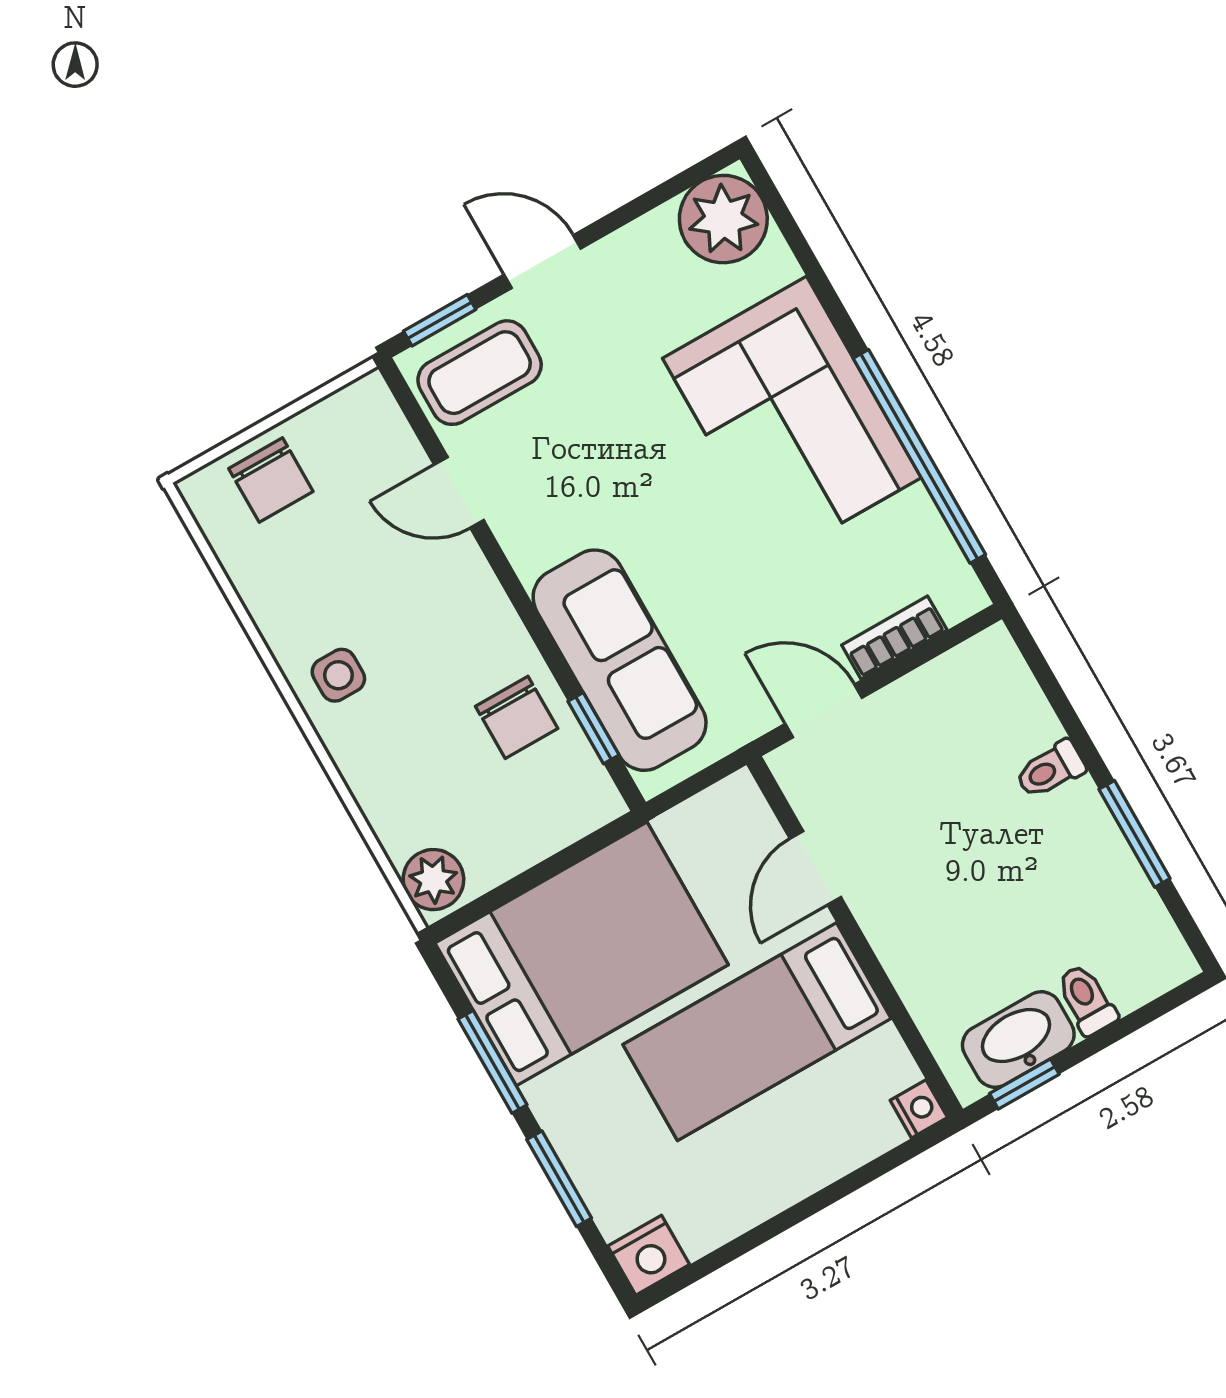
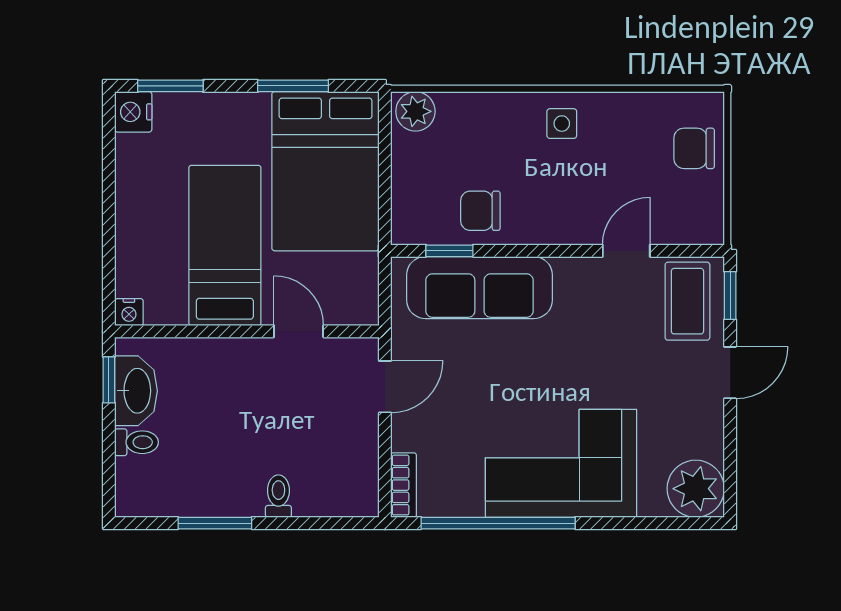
bookcase: (894, 638) -> (404, 485), moved
window: (559, 1179) -> (170, 86), moved

